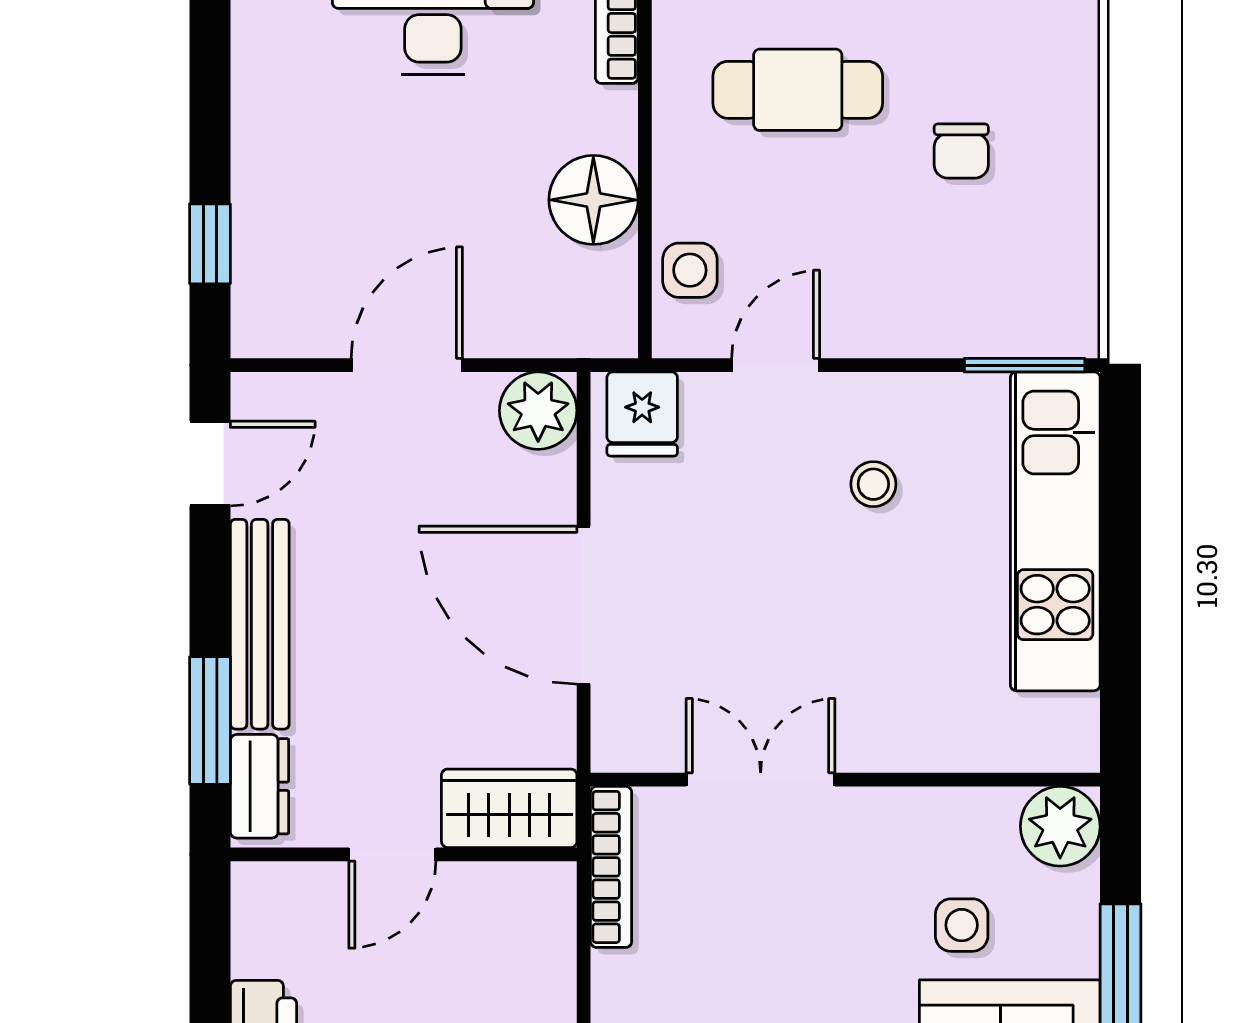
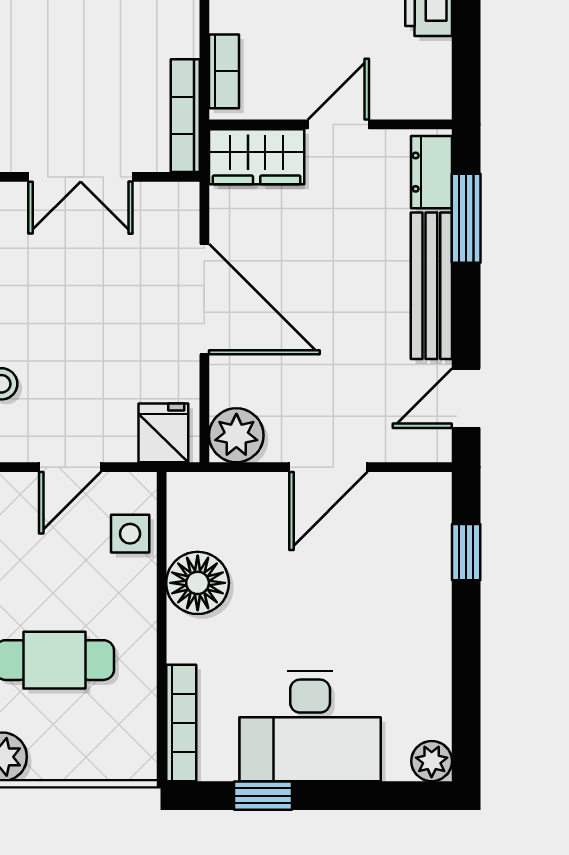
bookcase: (556, 930) -> (224, 71), added

